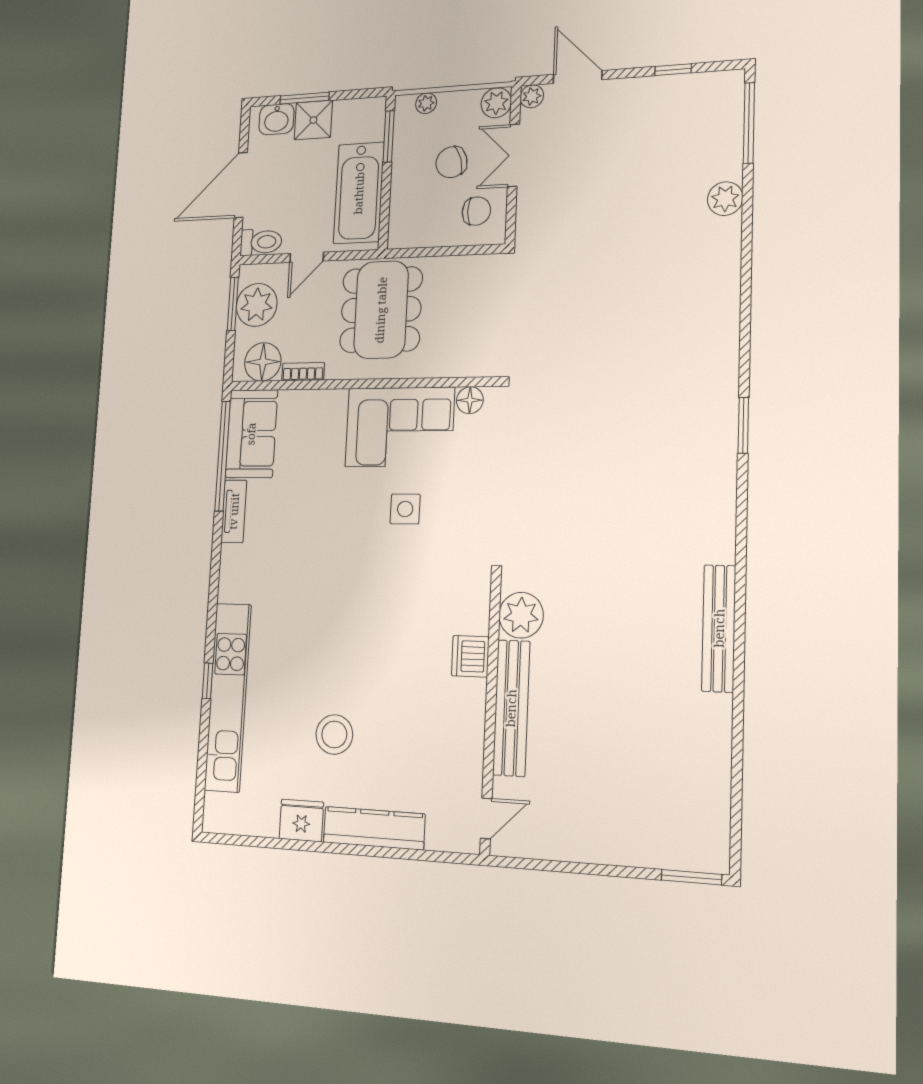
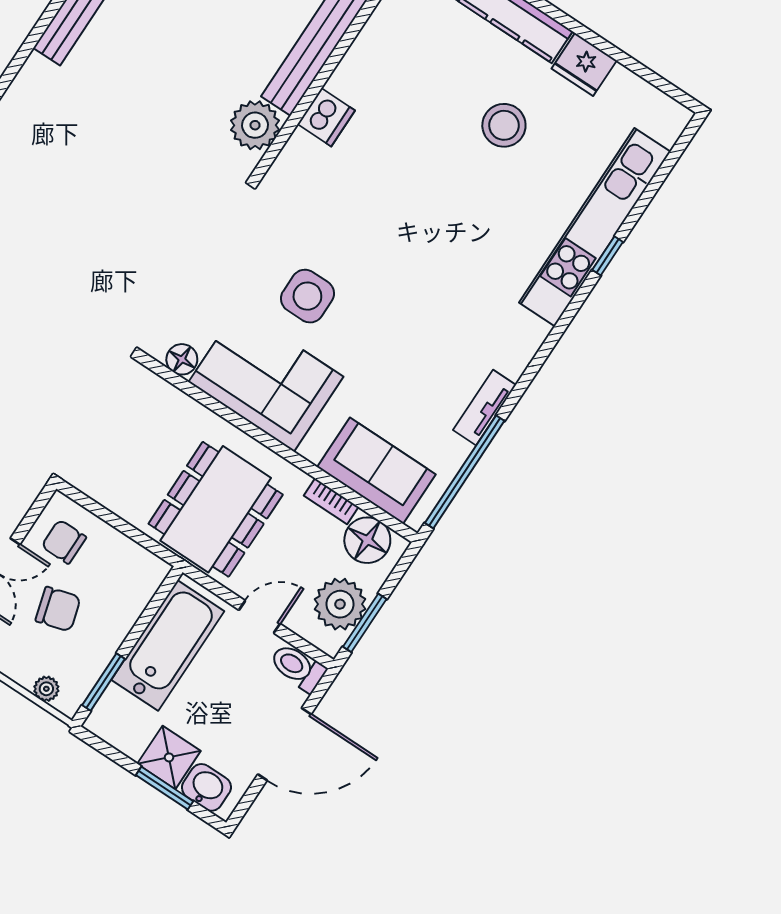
sofa: (251, 434) -> (376, 471), moved, turned 90
side table: (405, 509) -> (307, 296), width x1.37, depth x1.37

